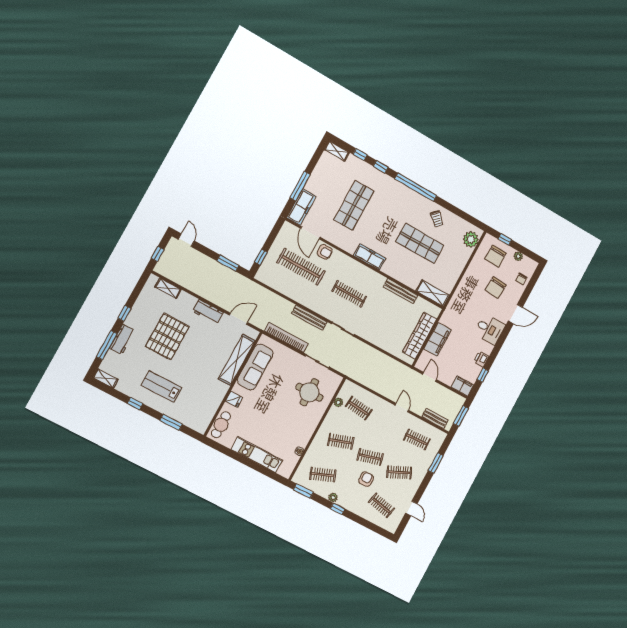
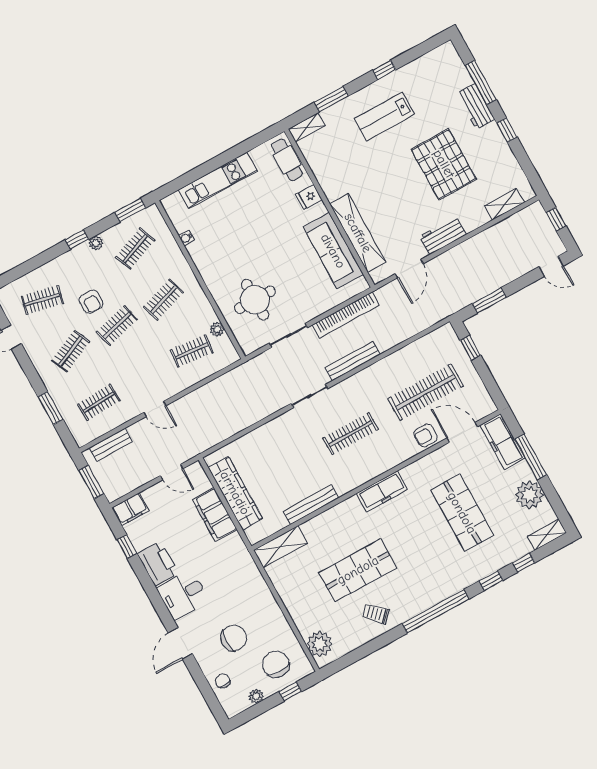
plant: (321, 174) -> (530, 495), added
chair: (496, 287) -> (234, 638), turned 86
printer: (481, 359) -> (158, 564), width x1.87, depth x1.48
shelving: (105, 378) -> (307, 127), moved
lab bench: (162, 387) -> (385, 117), turned 180

